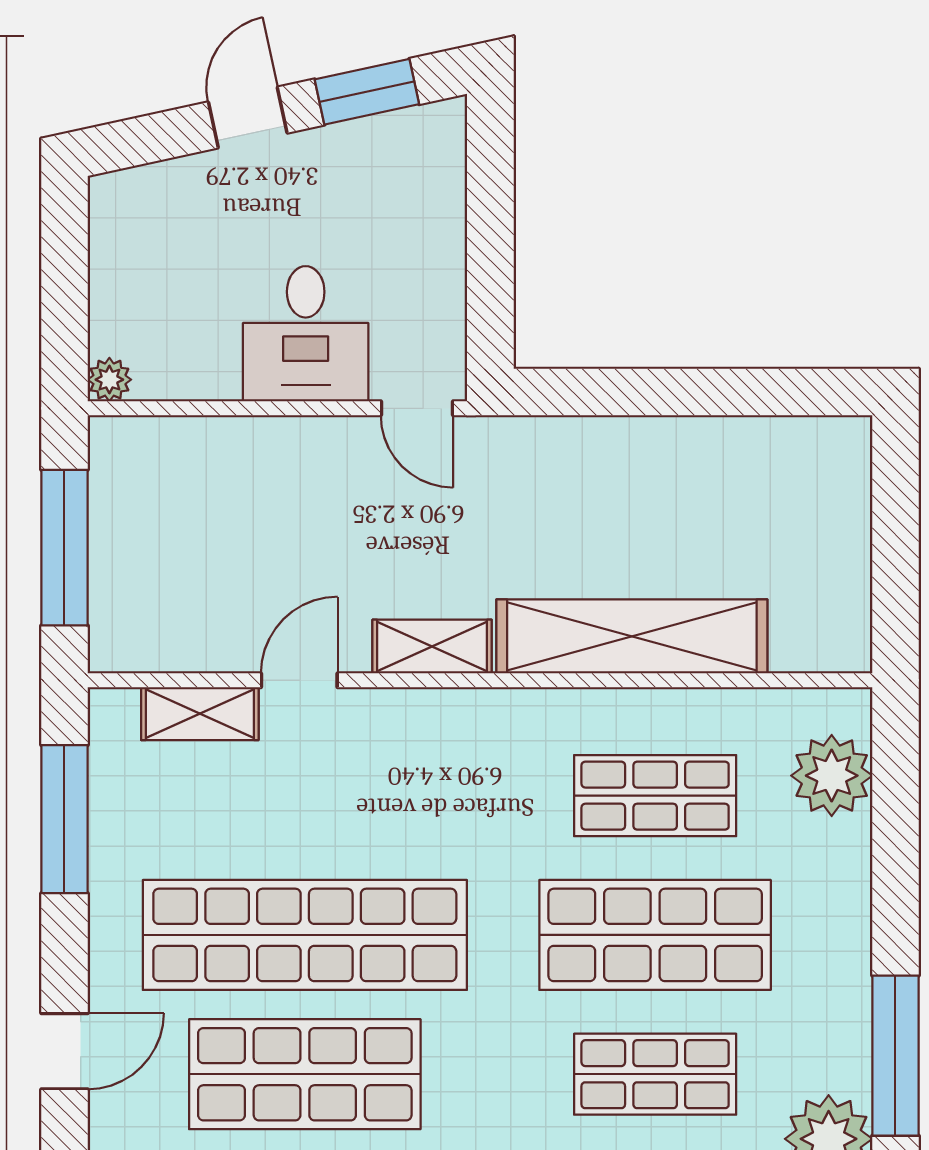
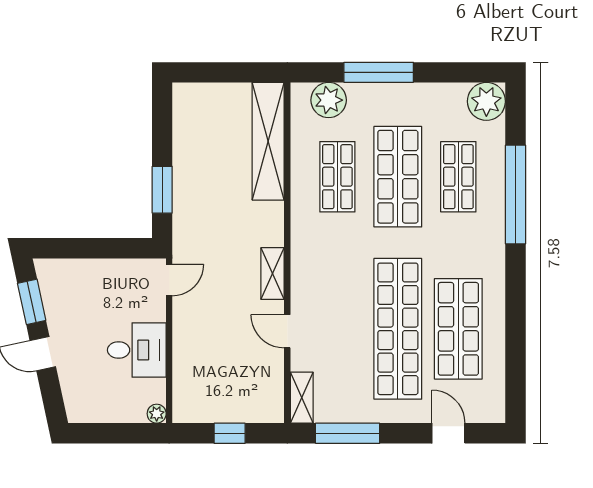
desk: (306, 334) -> (137, 350), moved
window: (625, 392) -> (162, 190), added
window: (64, 548) -> (230, 433), width x0.46
shelving: (632, 636) -> (268, 141), moved
shelving: (200, 714) -> (302, 398), moved
window: (895, 1056) -> (379, 72), moved

